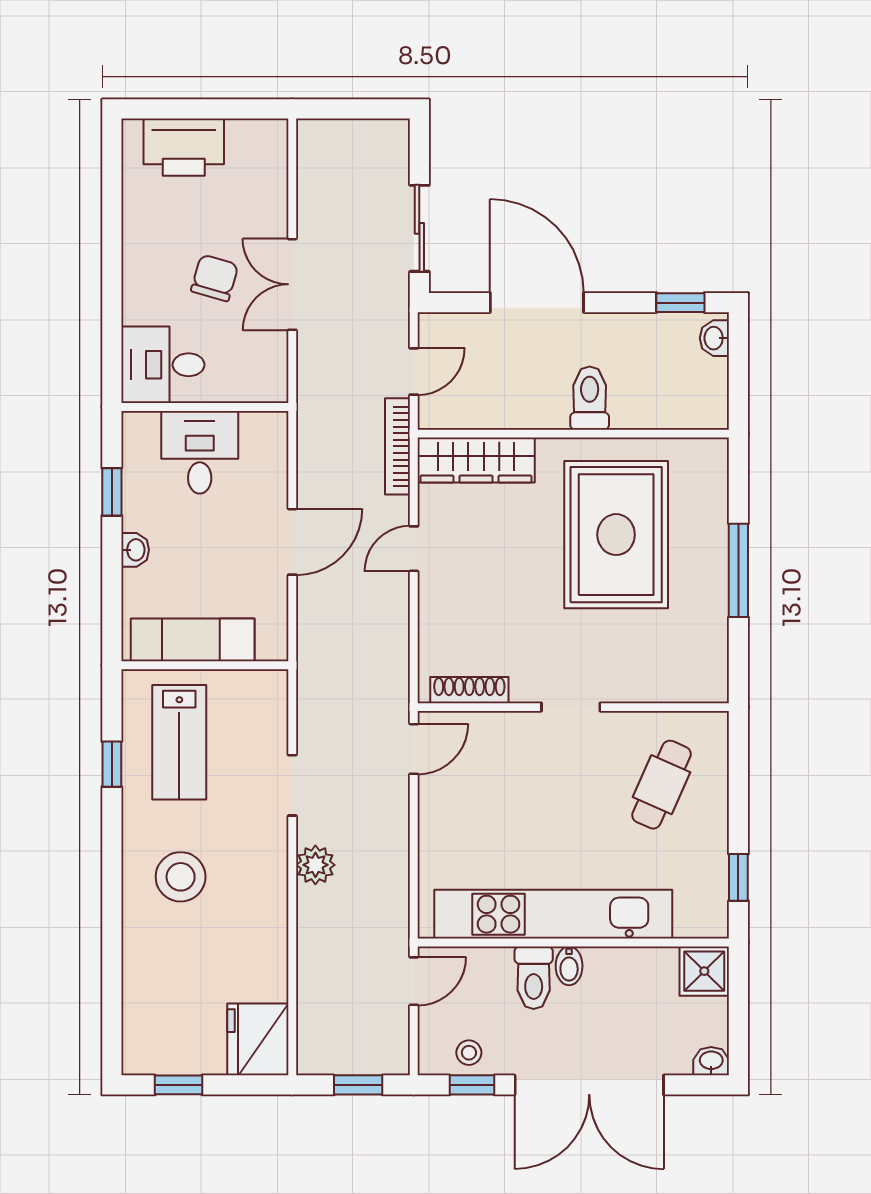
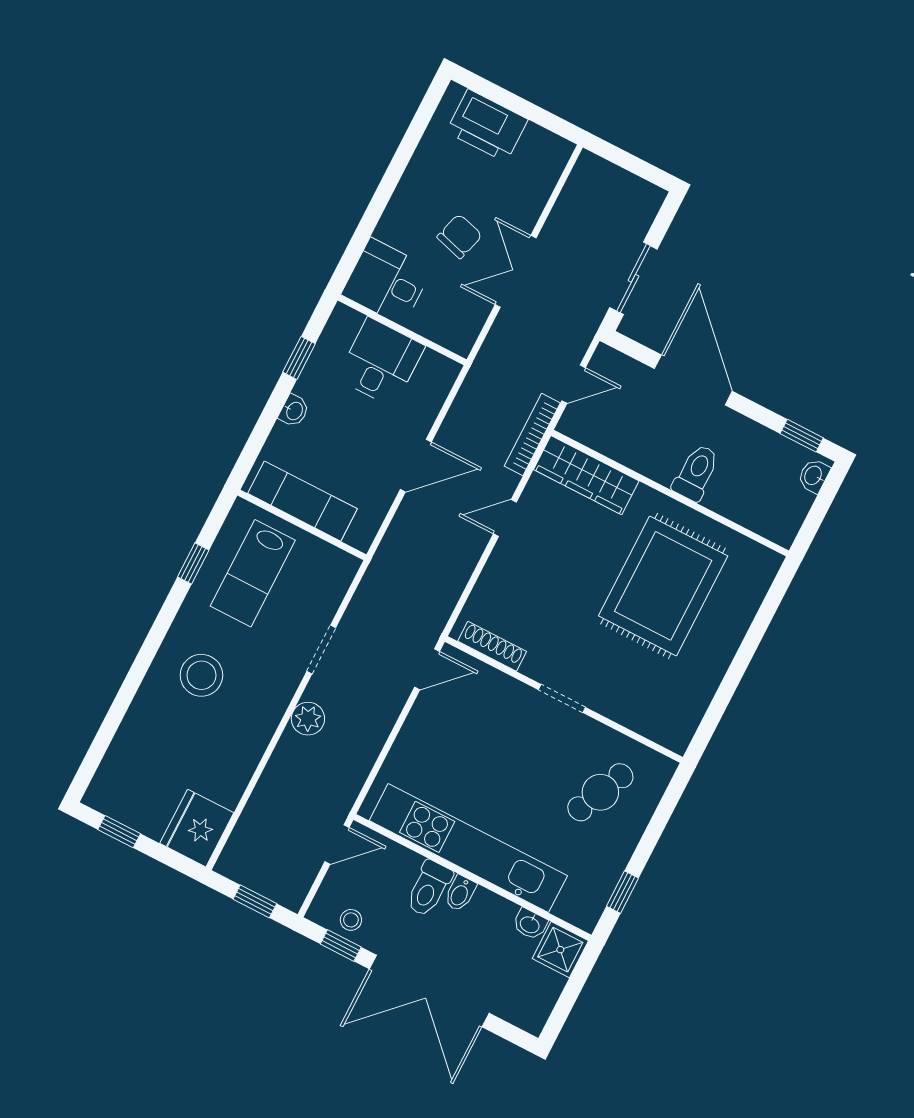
window: (738, 570) -> (742, 660), removed
washbasin: (711, 1061) -> (530, 924), moved, turned 180

